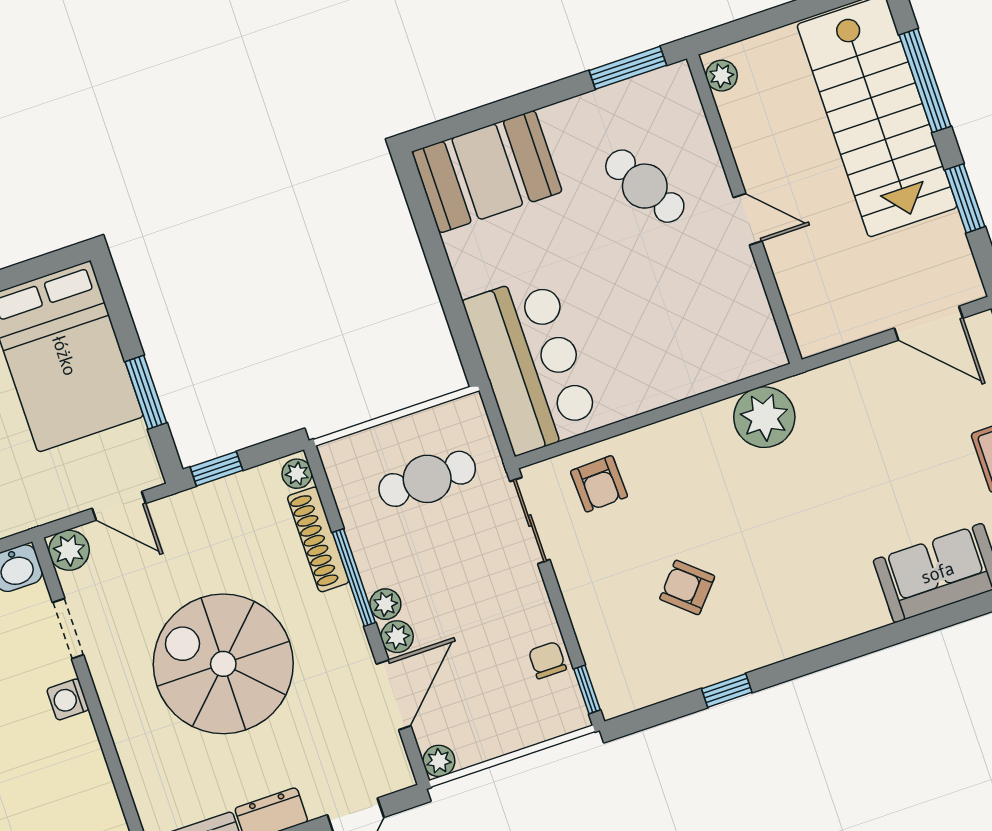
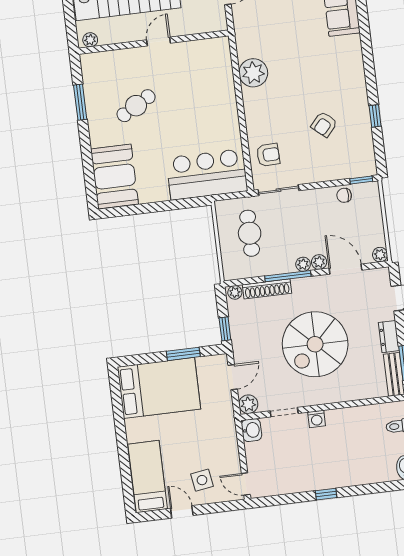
plant: (722, 76) -> (90, 40), moved
wall: (744, 209) -> (154, 42), moved
door: (748, 219) -> (159, 42), moved

